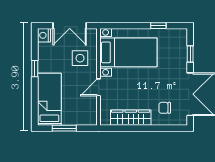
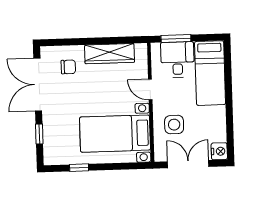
window: (35, 69) -> (229, 110), removed
door: (99, 87) -> (150, 89), swing flipped
desk: (76, 111) -> (177, 60), added
window: (64, 128) -> (176, 39), moved

